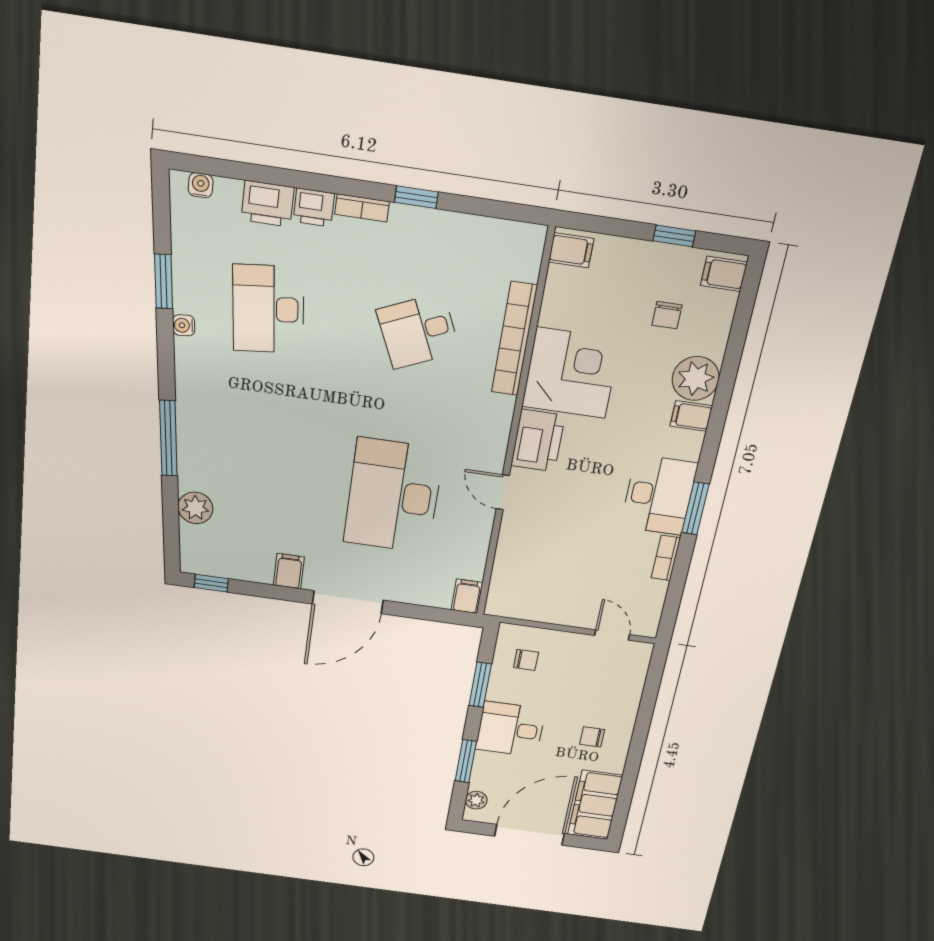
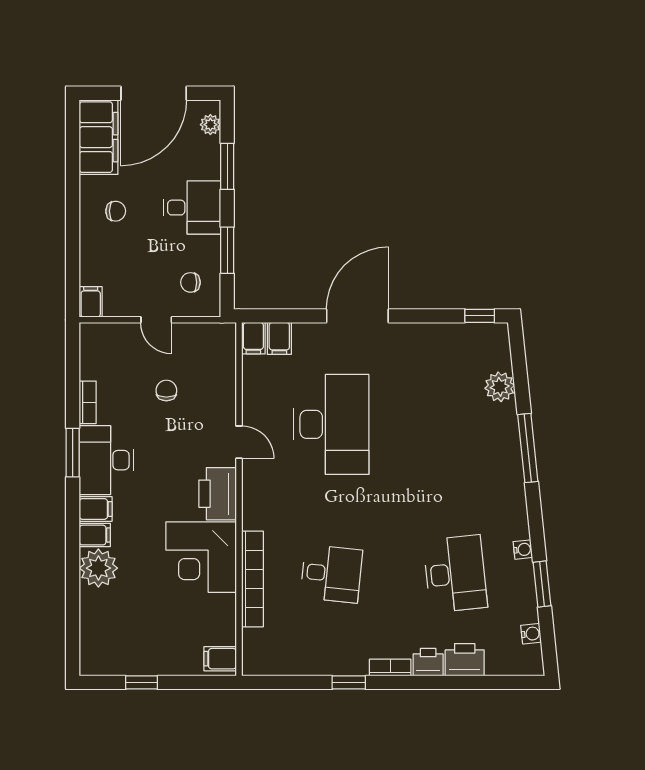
water cooler: (201, 185) -> (531, 634), moved, turned -96
filing cabinet: (724, 274) -> (96, 509), moved
chair: (667, 315) -> (166, 390), moved
desk: (418, 331) -> (331, 574), turned 30
filing cabinet: (289, 571) -> (279, 338), moved
door: (612, 635) -> (156, 320), moved
filing cabinet: (639, 656) -> (91, 302), added

